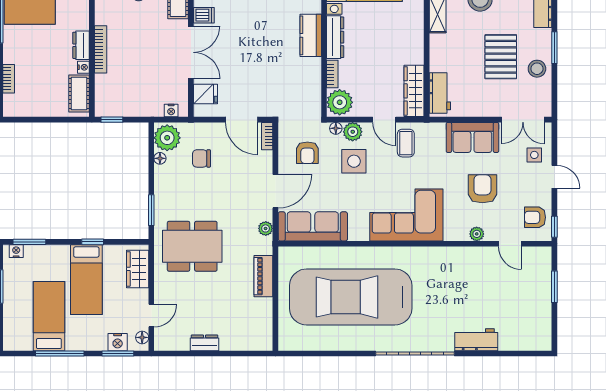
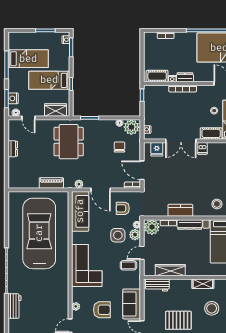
kitchen counter: (311, 35) -> (180, 210), moved
wardrobe: (414, 91) -> (170, 270), moved
door: (242, 120) -> (142, 170), hinge flipped

